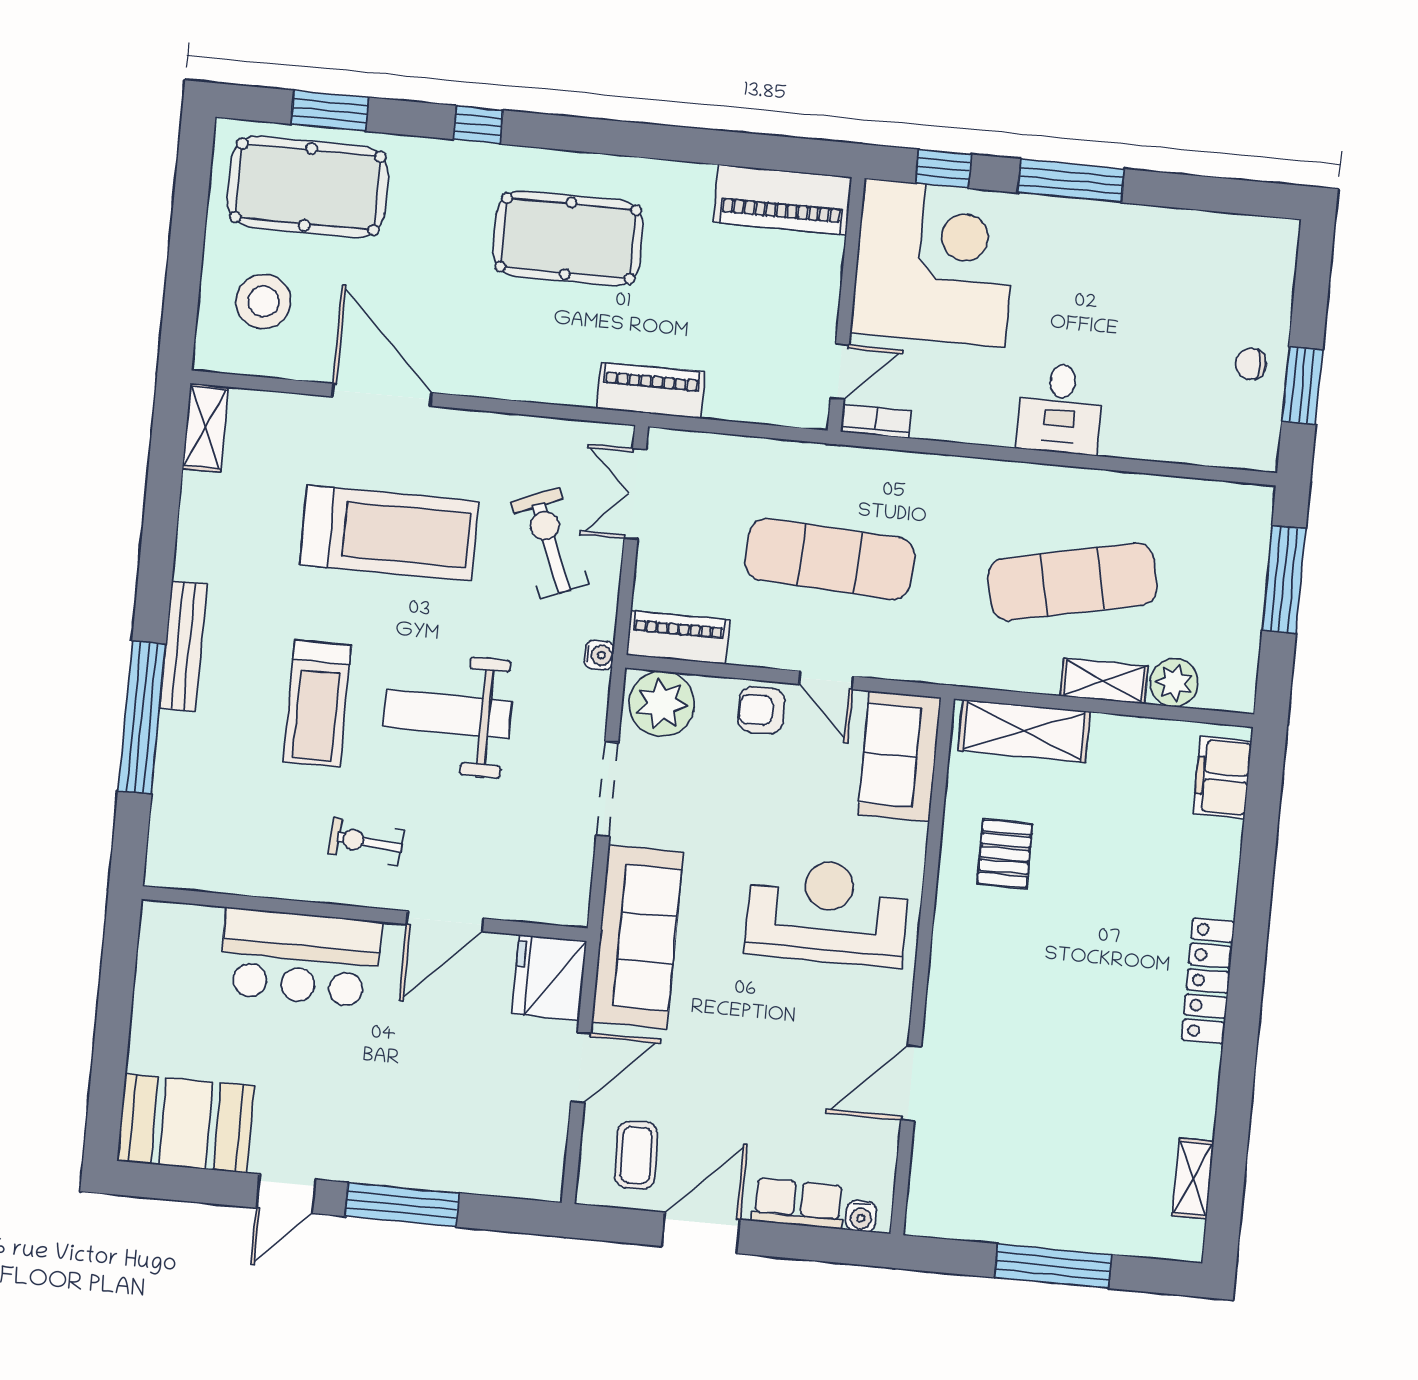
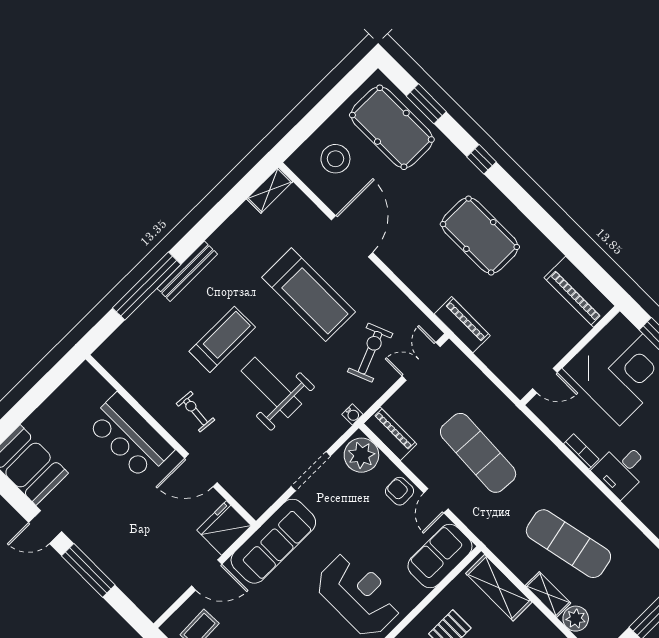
bookcase: (876, 421) -> (581, 451), moved
treadmill: (317, 704) -> (222, 339), turned 180

